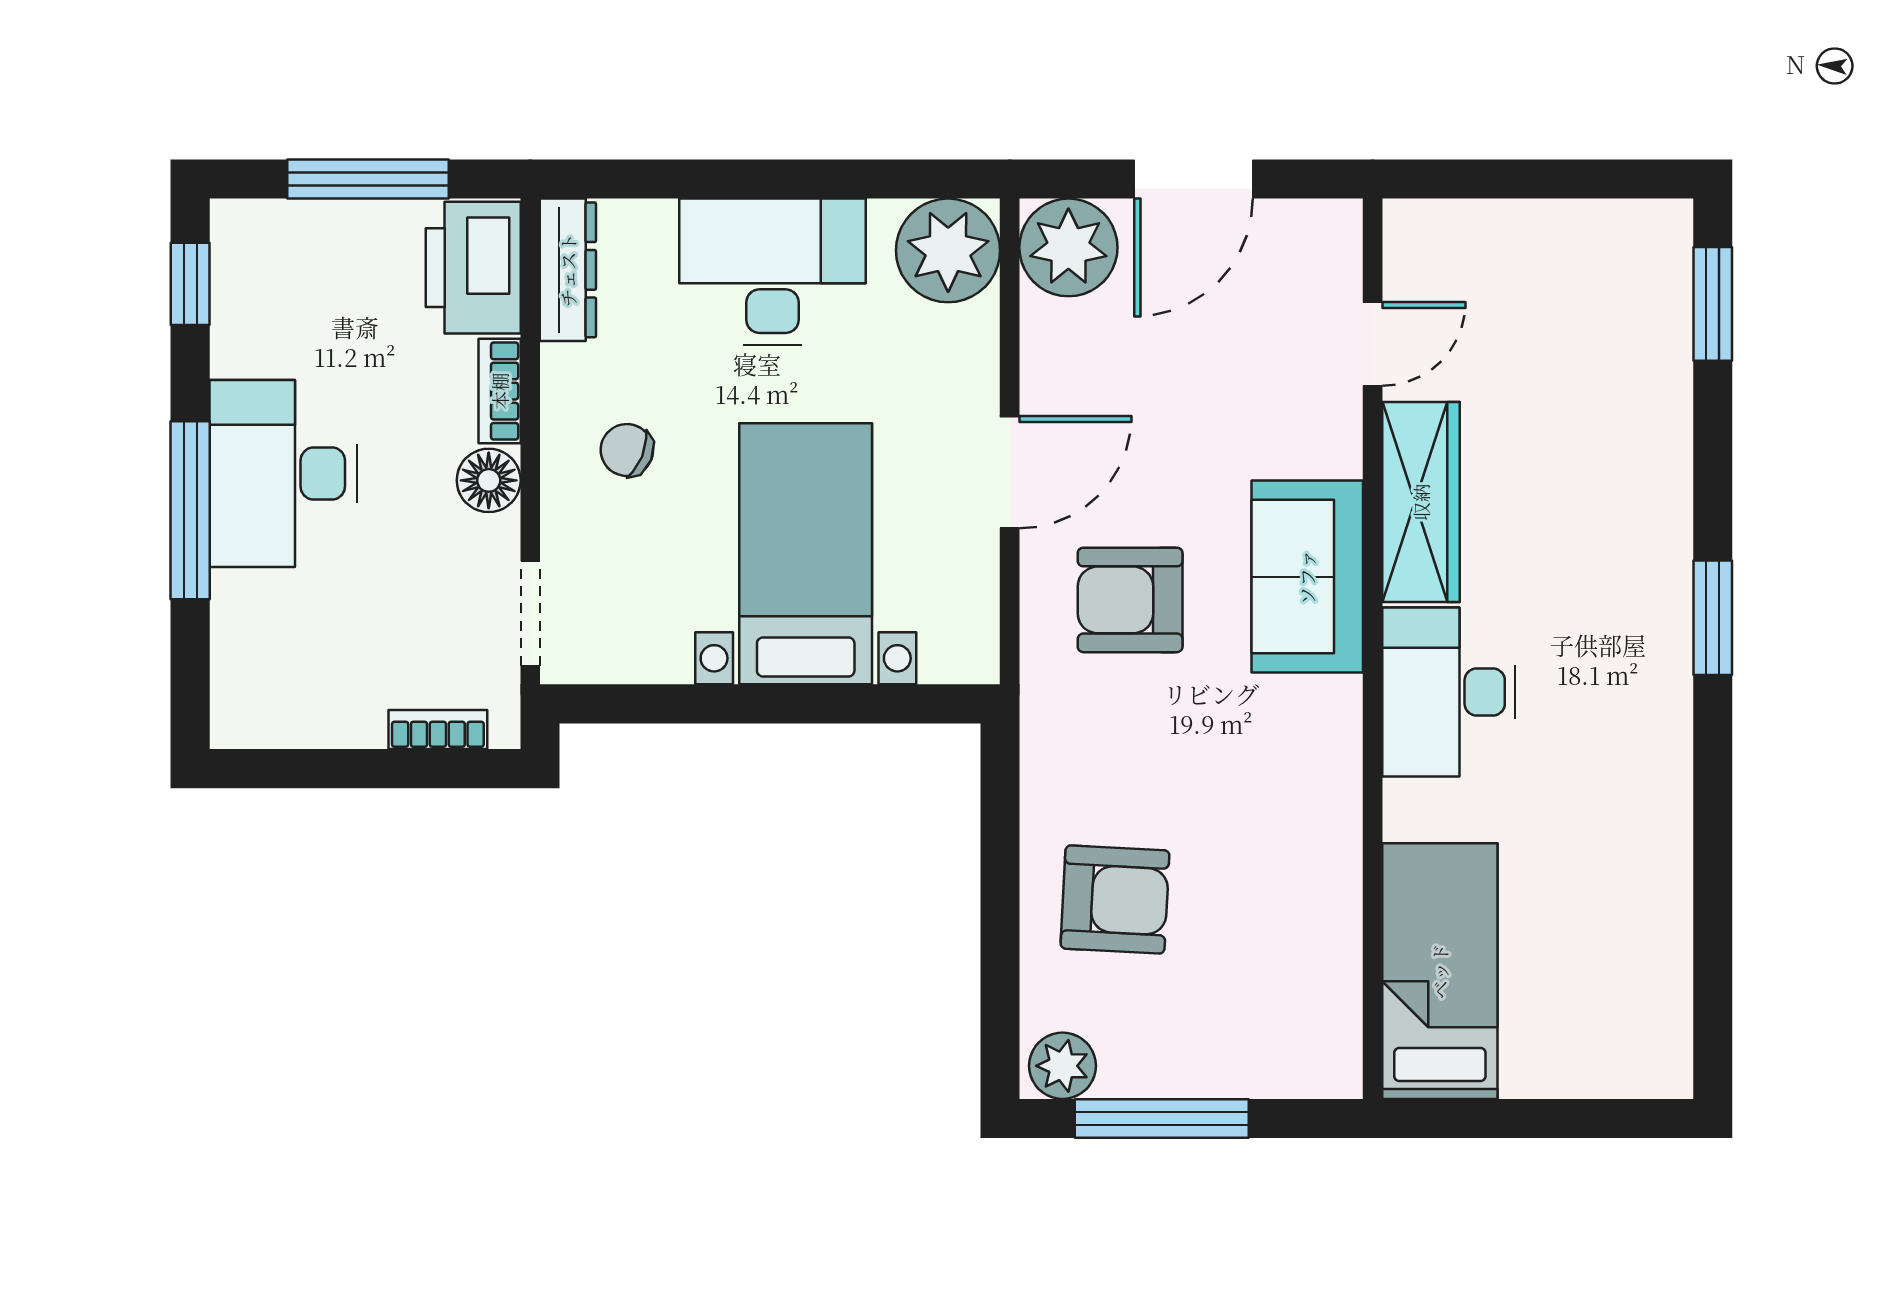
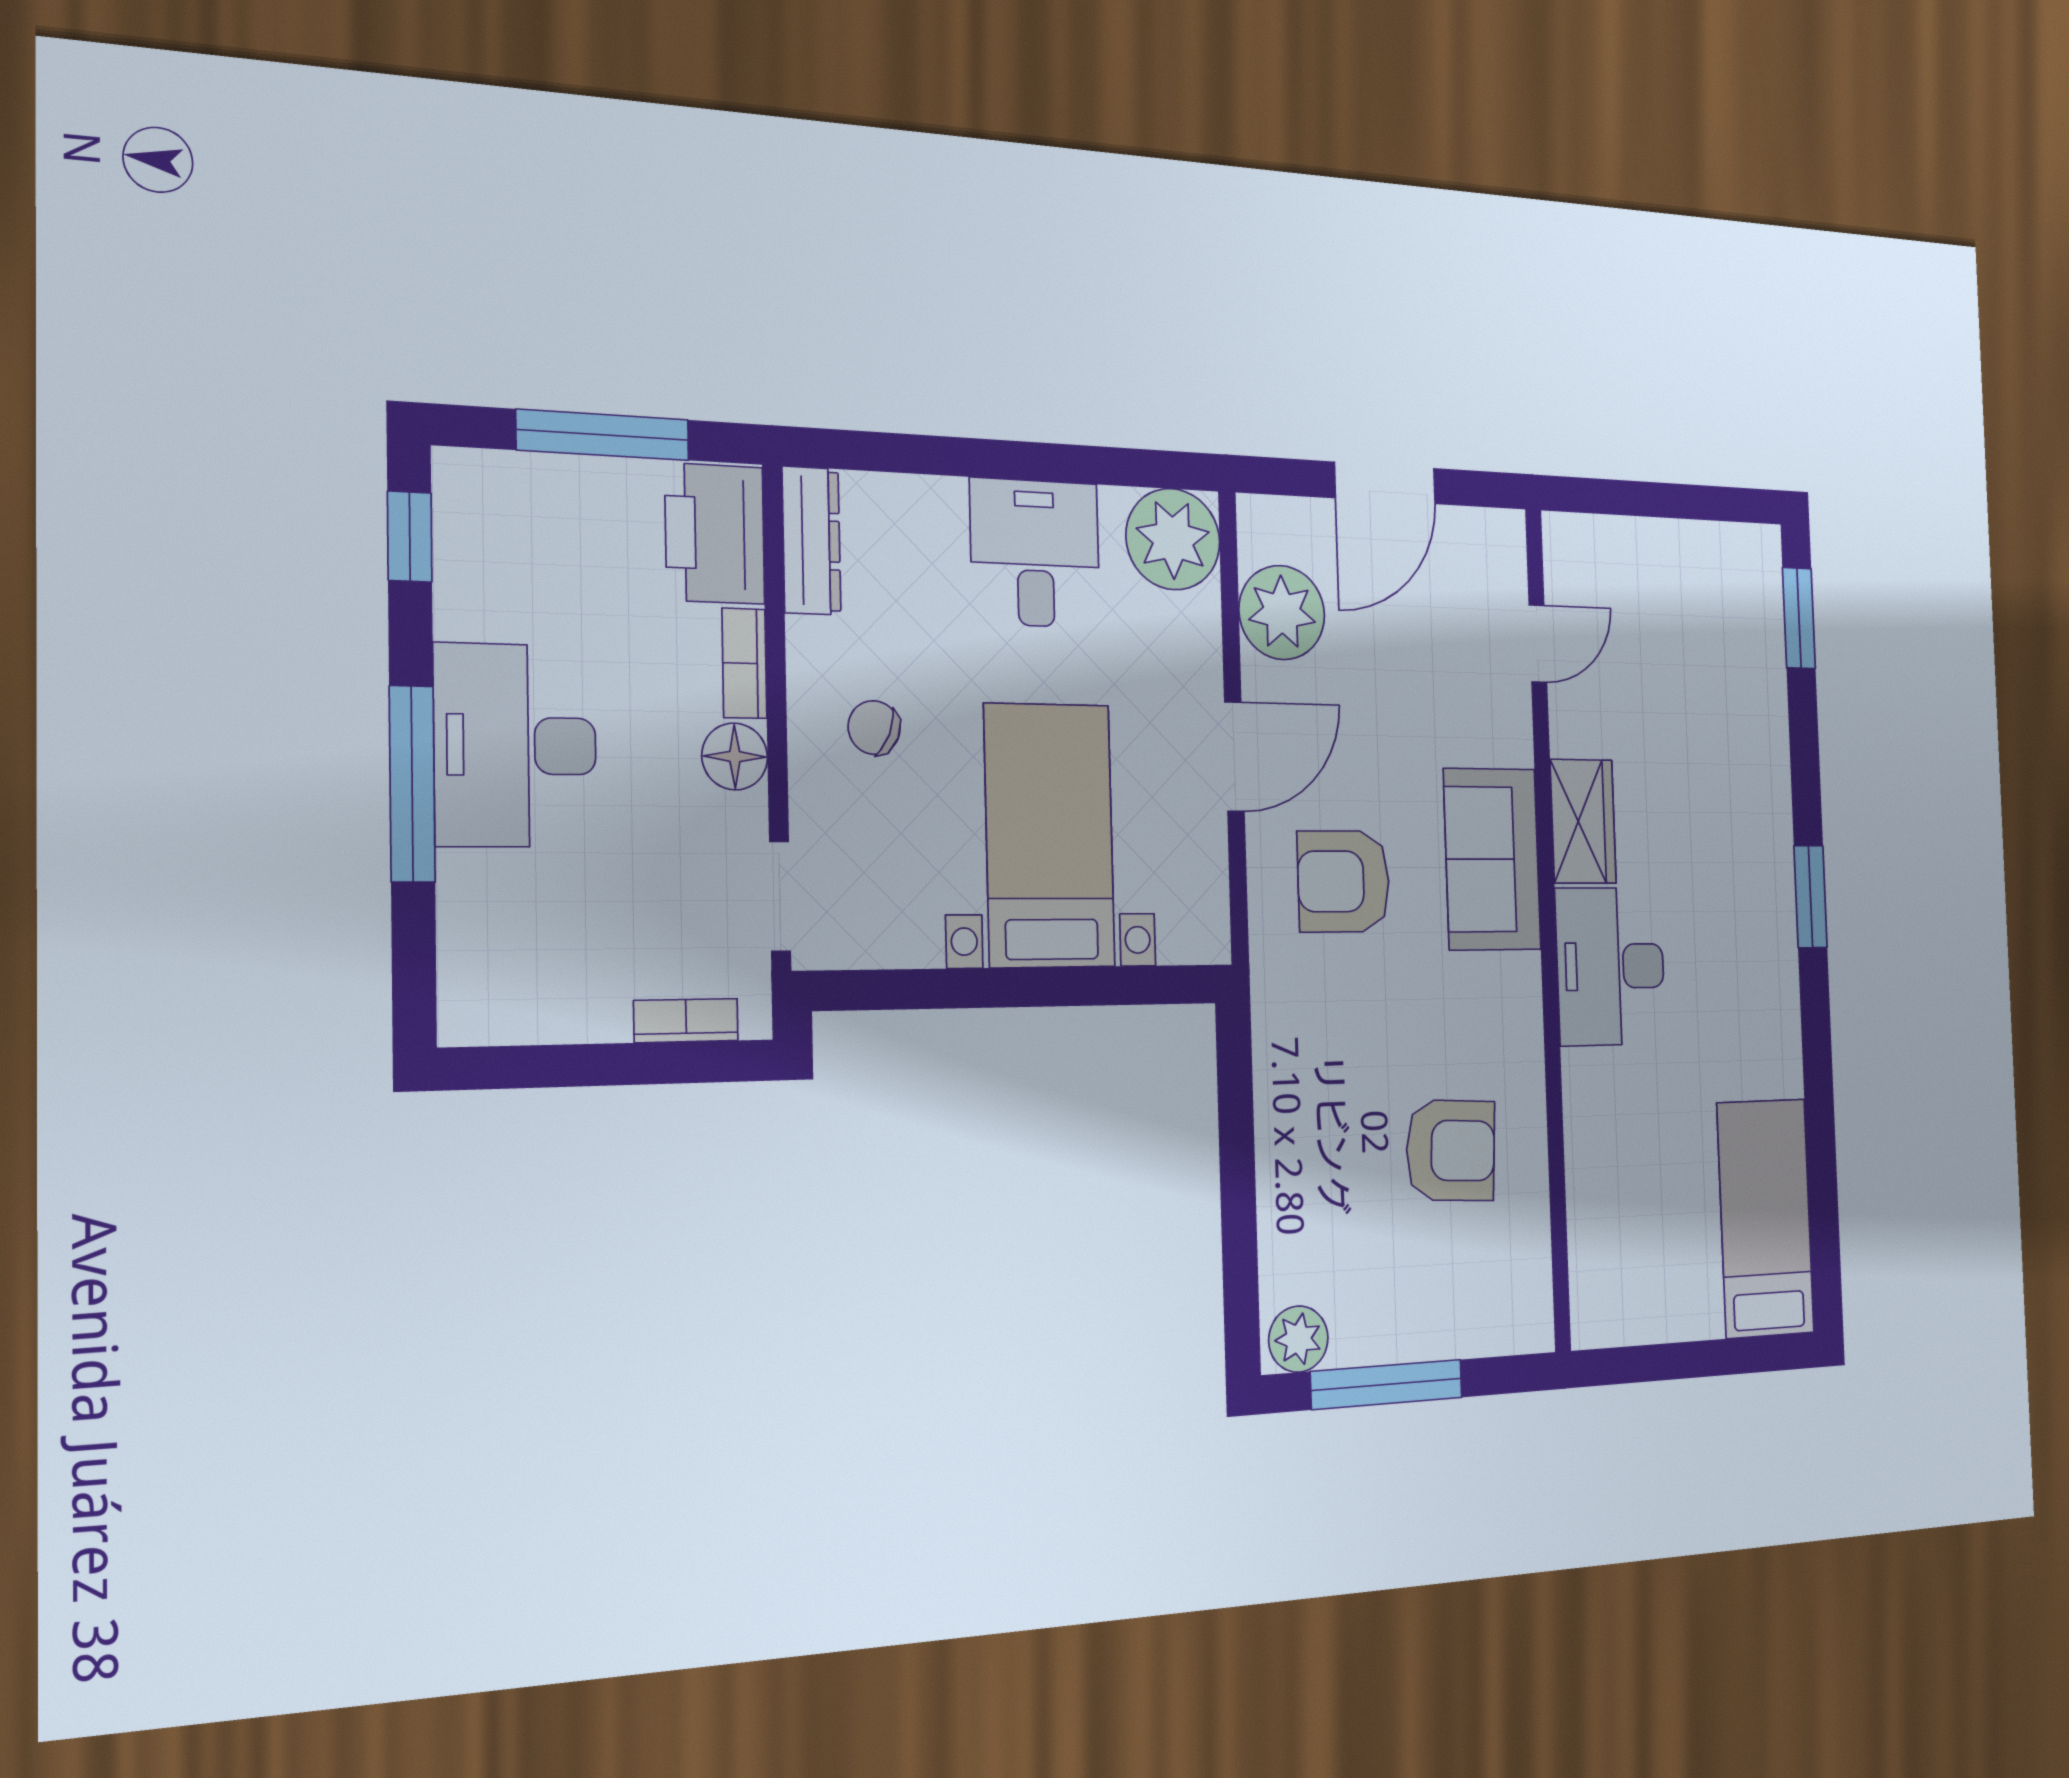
plant: (1068, 247) -> (1282, 613), moved
desk: (773, 272) -> (1035, 553), width x0.73
wardrobe: (1421, 502) -> (1583, 821), width x0.67
armchair: (1115, 899) -> (1451, 1150), moved
bed: (1440, 971) -> (1765, 1218), moved

